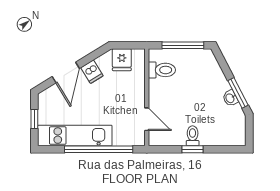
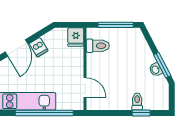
fridge: (122, 60) -> (76, 37), moved
toilet: (193, 136) -> (137, 102), moved
window: (192, 149) -> (141, 113), moved

